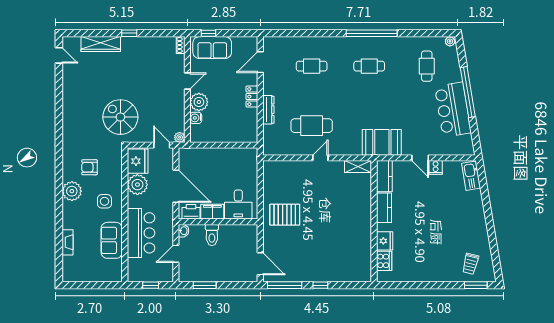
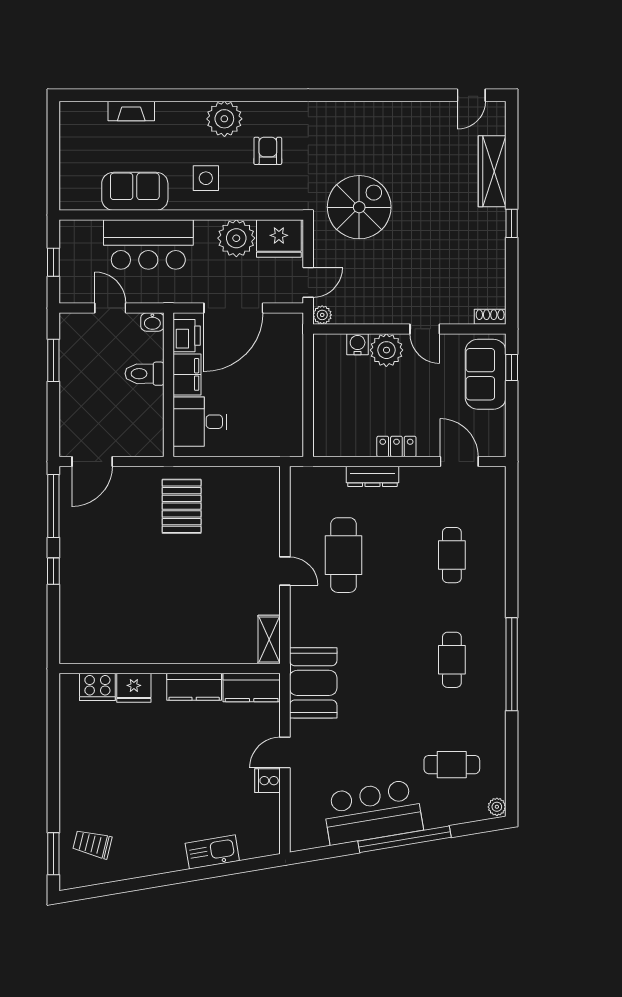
kitchen sink: (471, 176) -> (212, 852), moved

